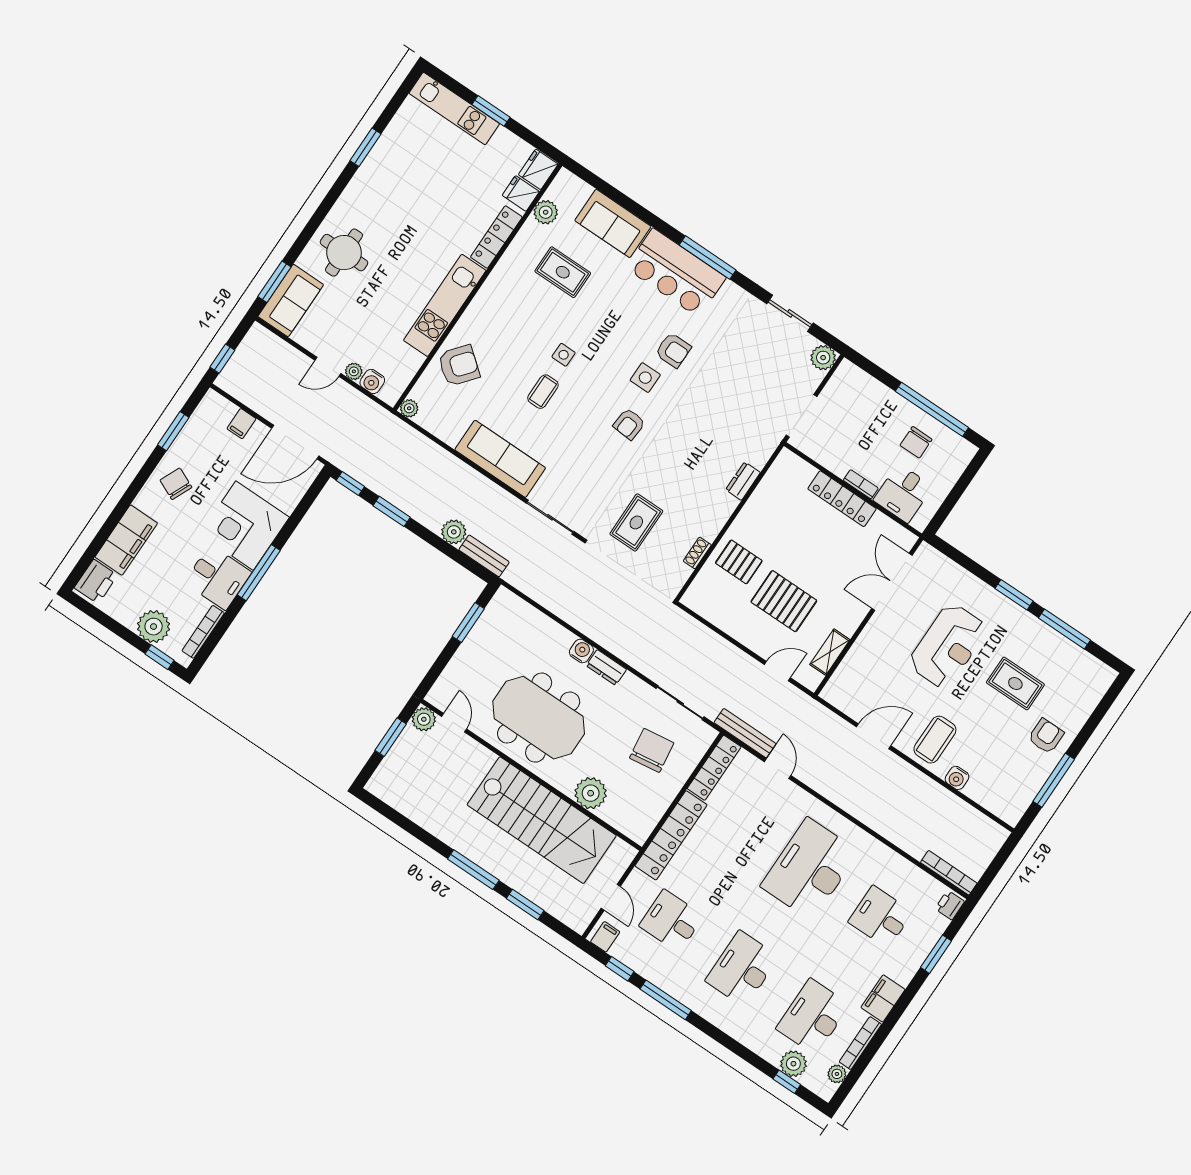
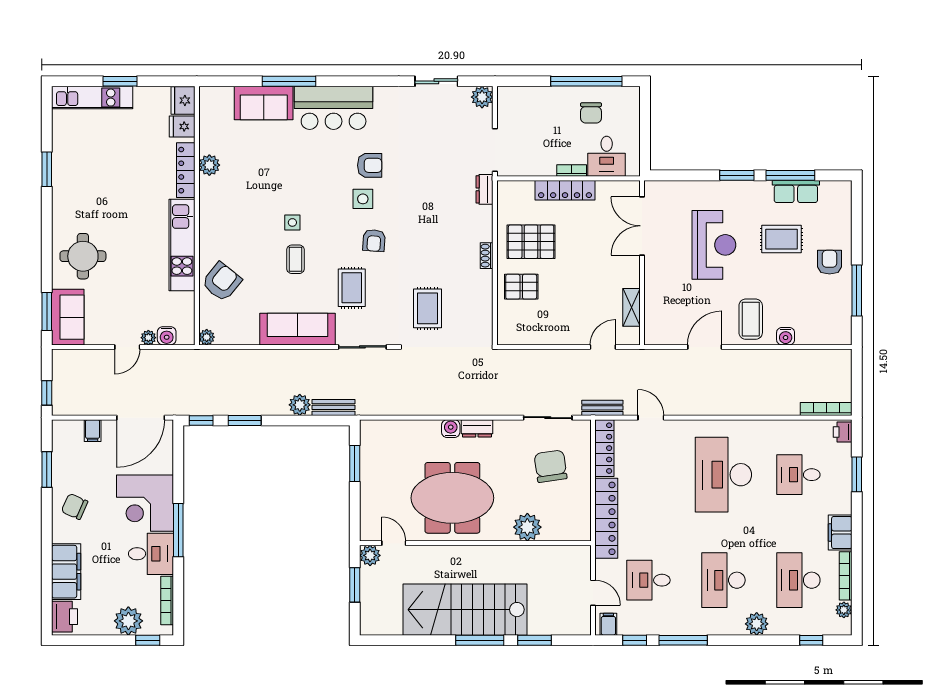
plant: (546, 212) -> (209, 165), moved
window: (708, 258) -> (289, 81), moved
rug: (563, 272) -> (352, 288), moved, turned 90
dresser: (743, 481) -> (485, 189), moved
shoe rack: (697, 553) -> (487, 256), moved
pallet: (784, 601) -> (531, 242), moved
row of seats: (1059, 648) -> (796, 191), added
bench: (745, 733) -> (602, 408), width x0.73
stairs: (542, 820) -> (465, 610), moved, turned 180
plant: (793, 1064) -> (757, 624), moved

